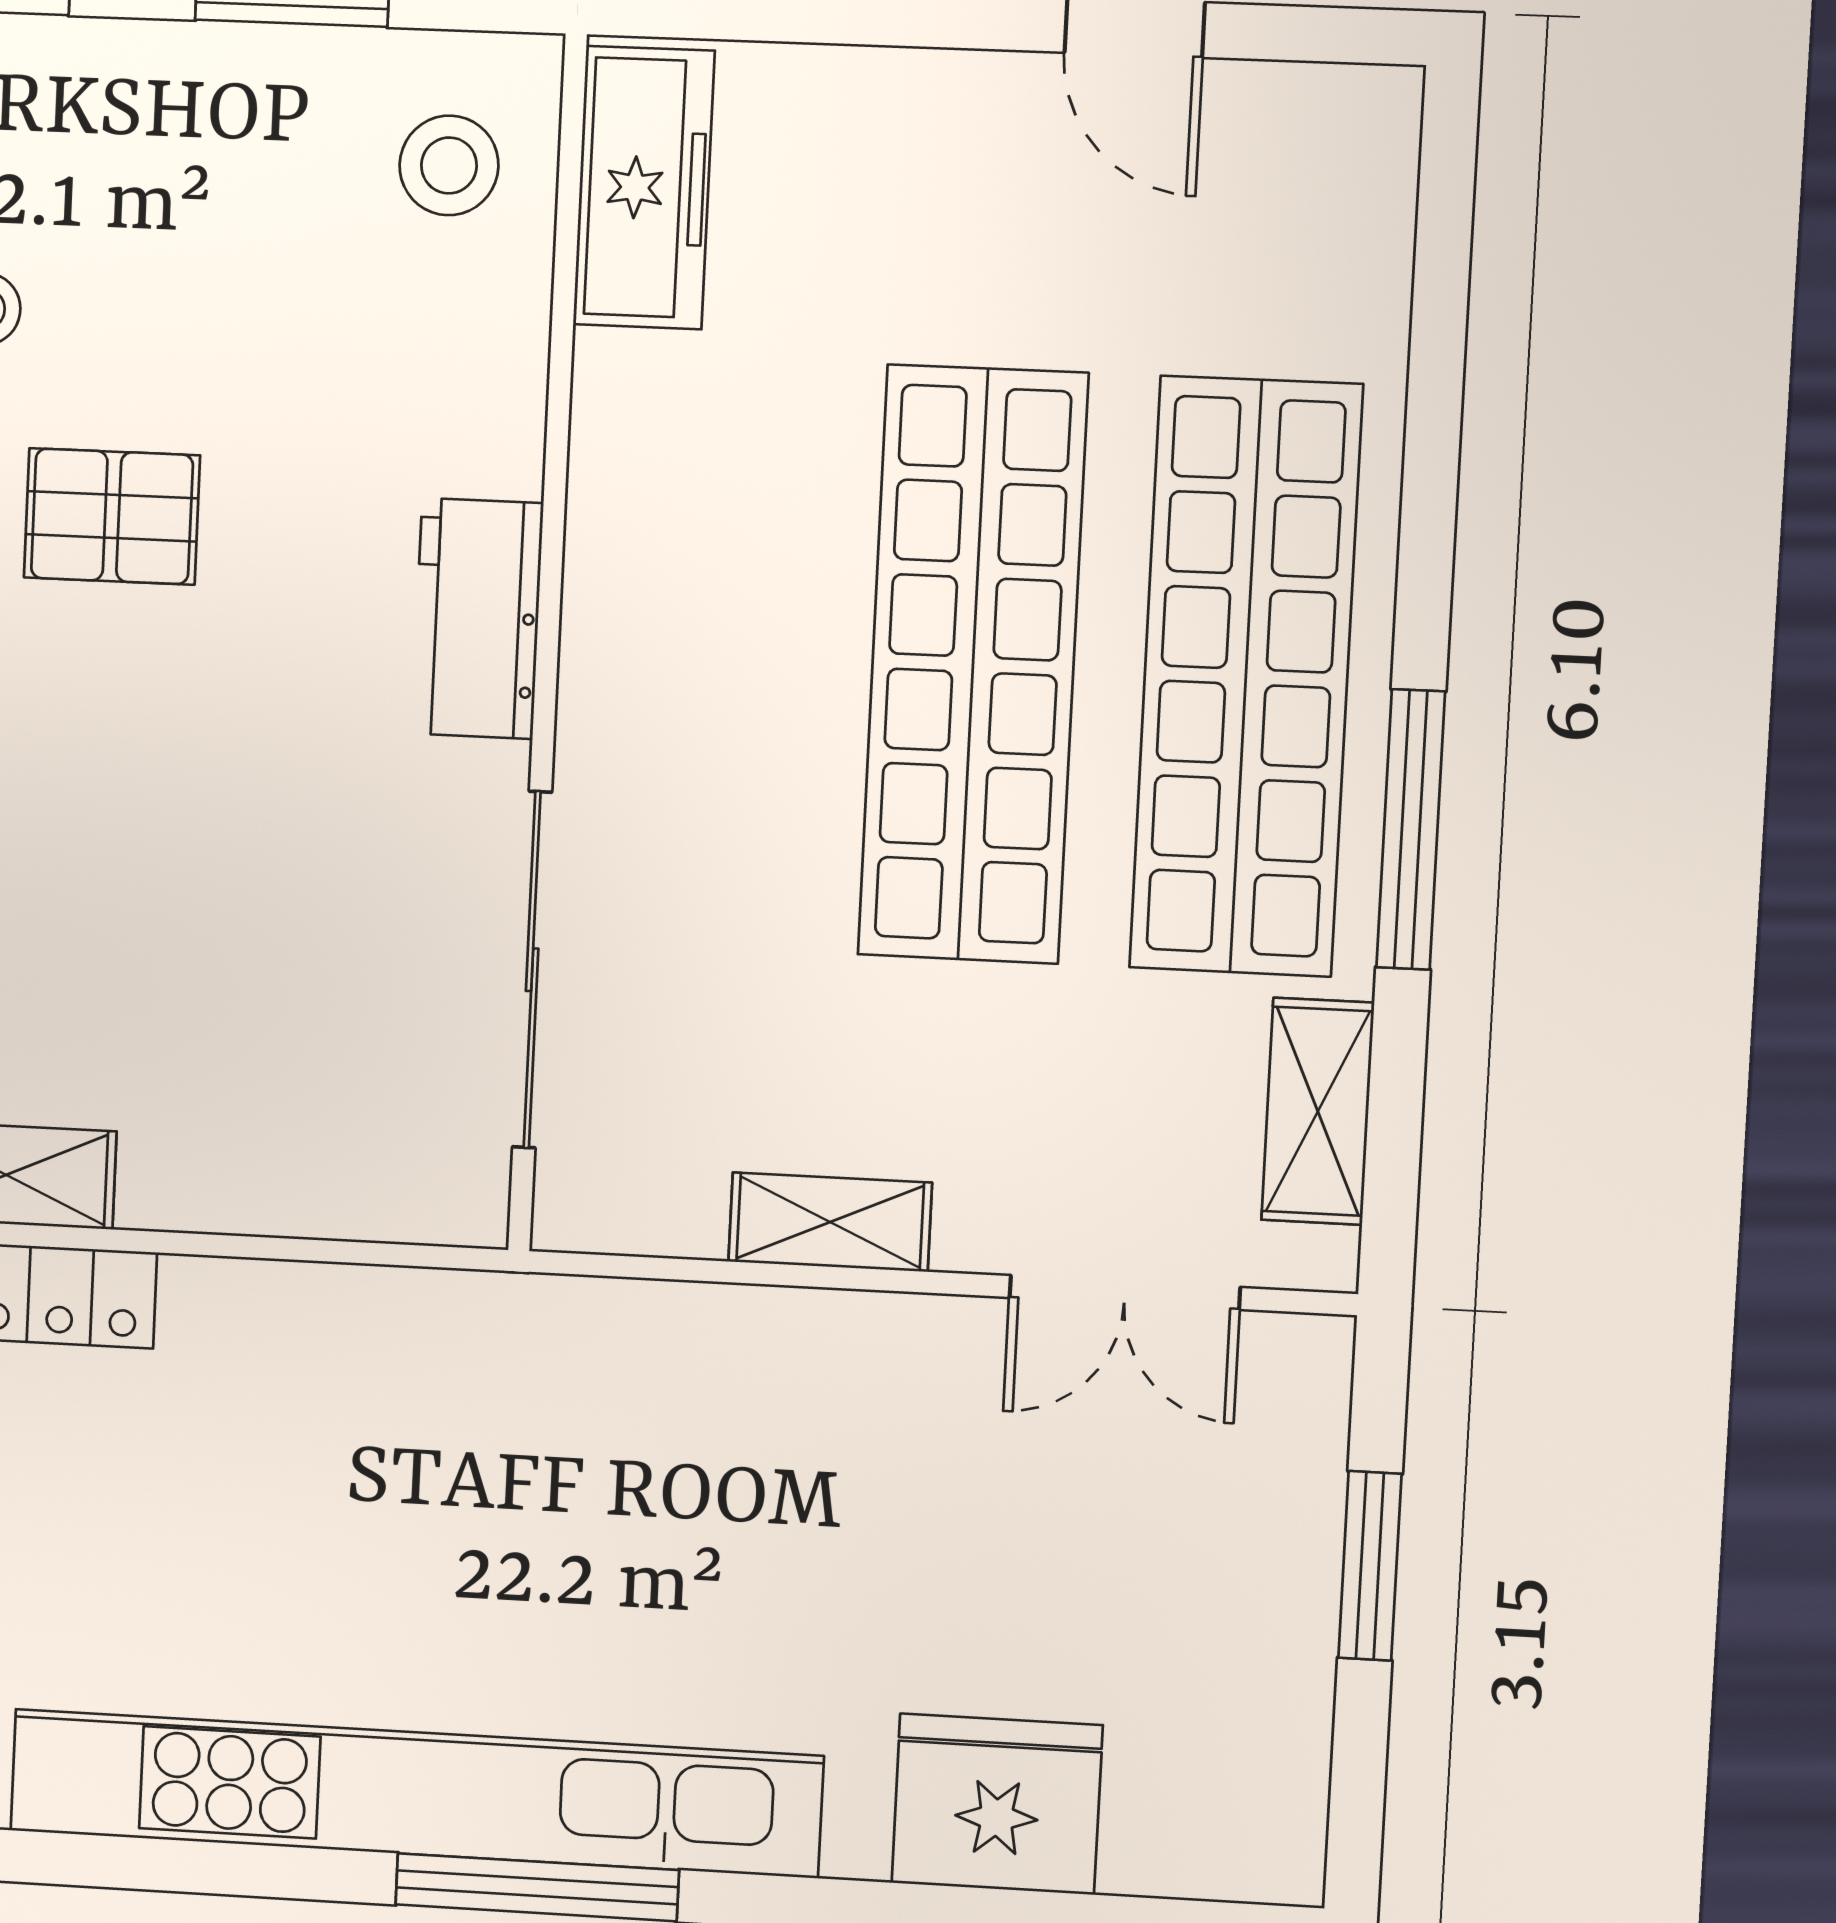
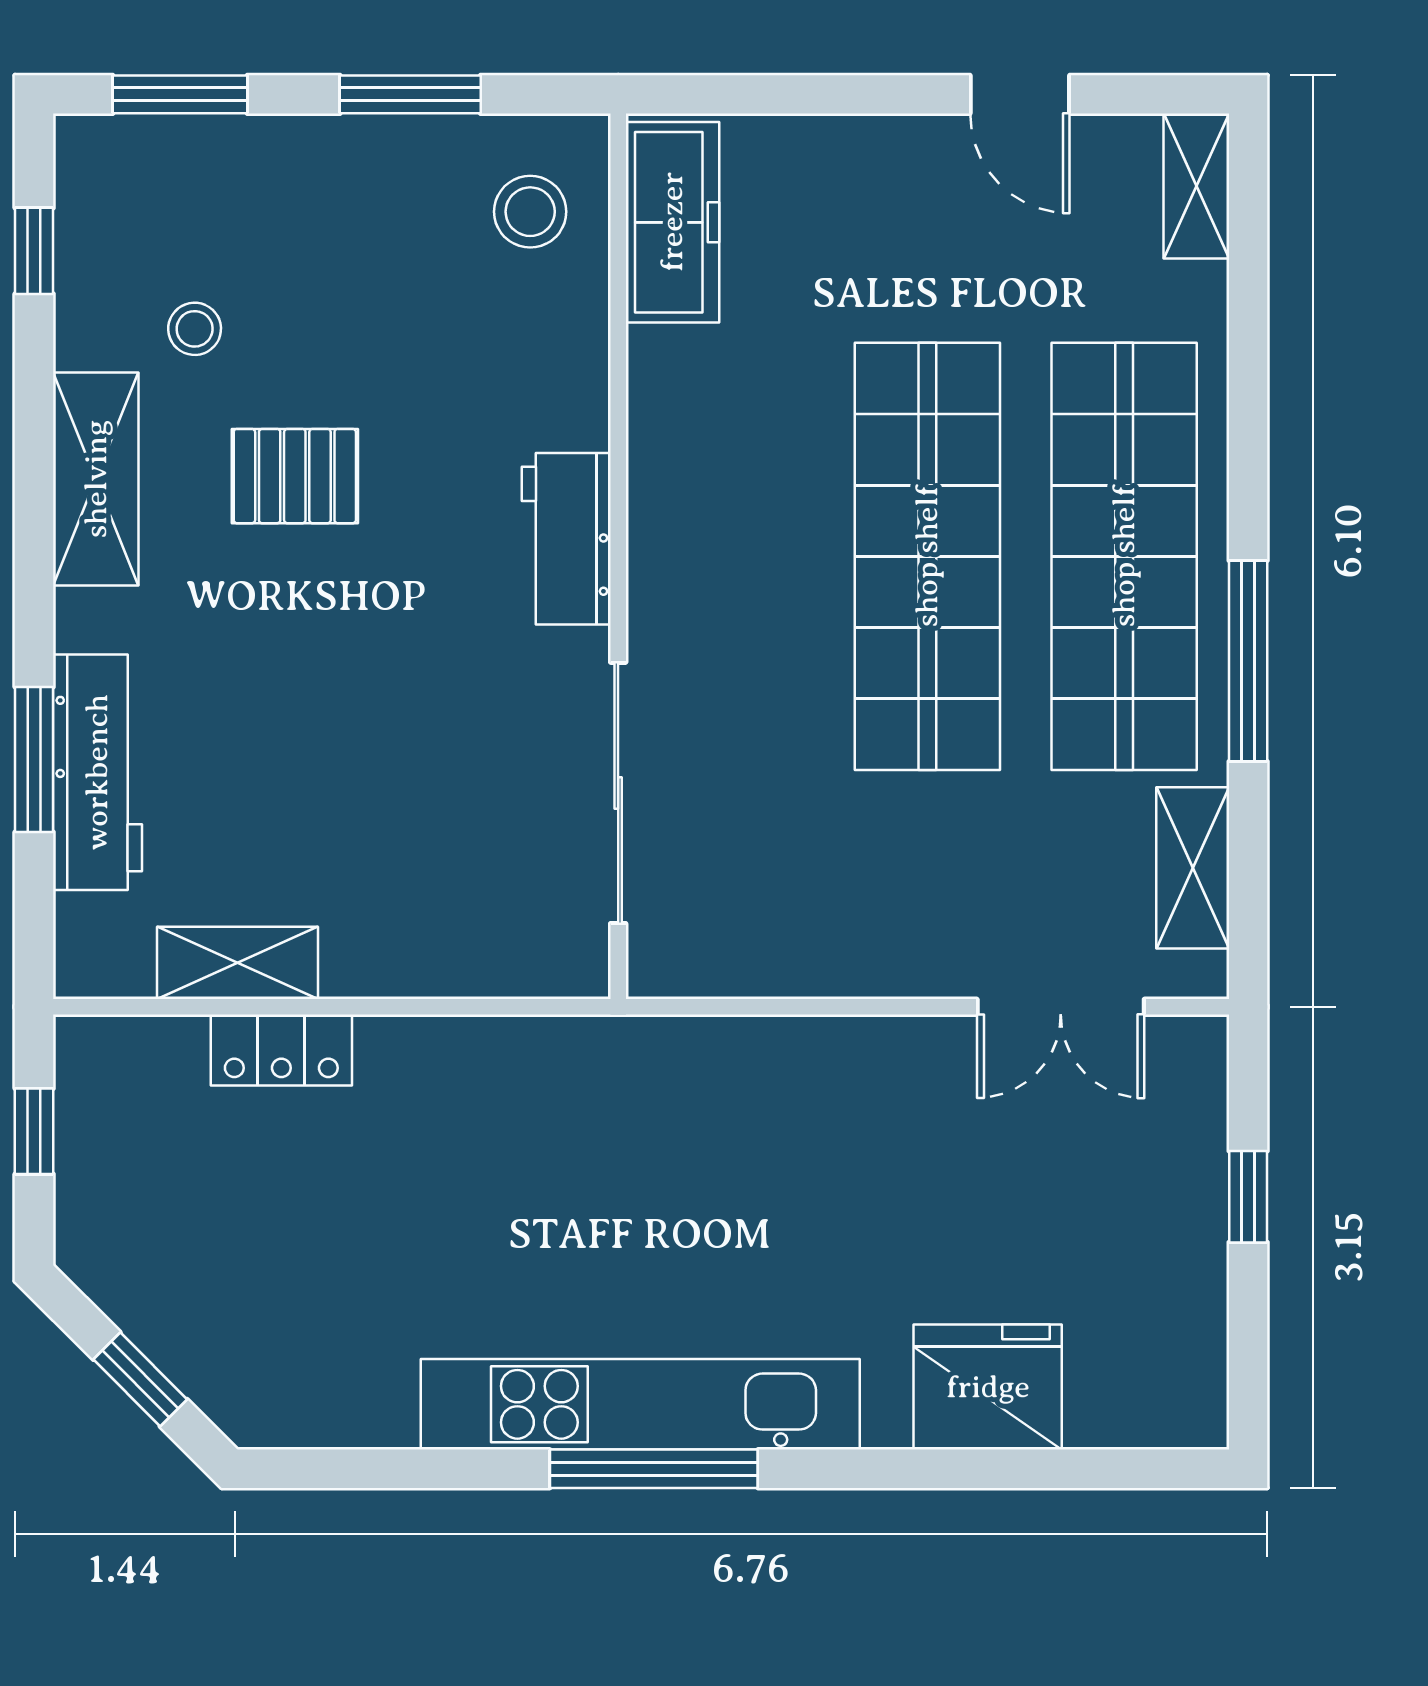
shelving: (830, 1222) -> (1196, 186), moved, turned 90
window: (1370, 1566) -> (1248, 1197), width x0.67
kitchen unit: (415, 1793) -> (640, 1404), width x0.73

